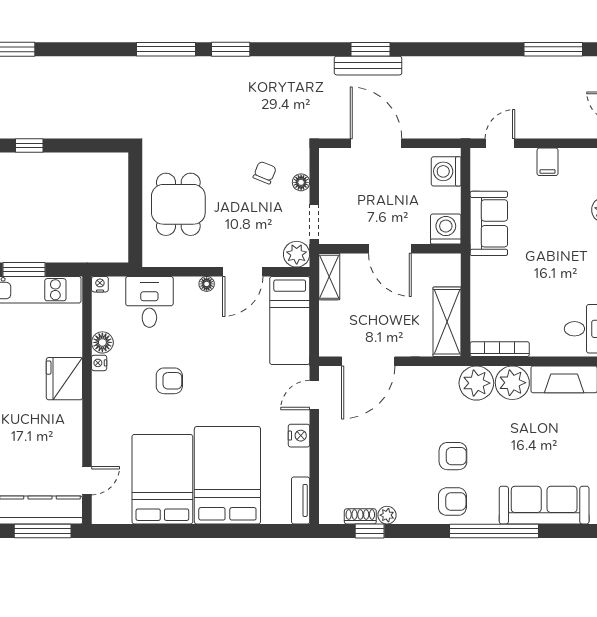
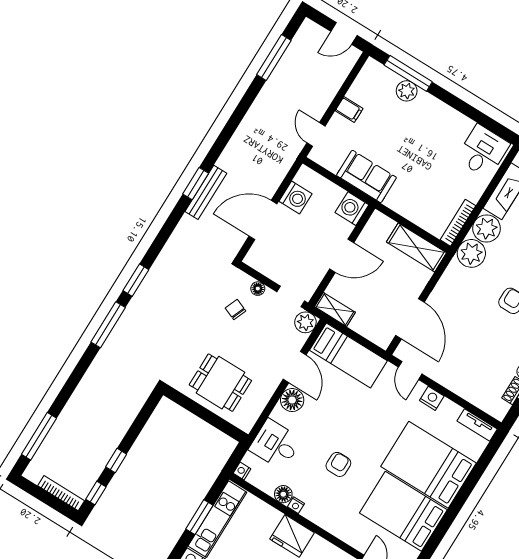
washing machine: (446, 171) -> (295, 198), moved, turned -90
floor lamp: (207, 284) -> (292, 400), width x1.89, depth x1.89

